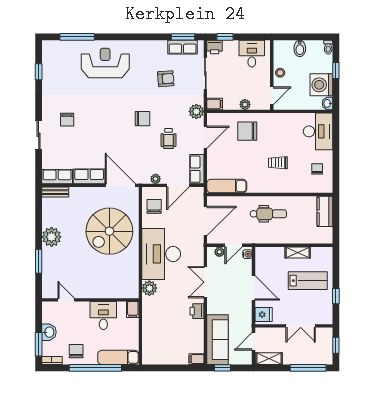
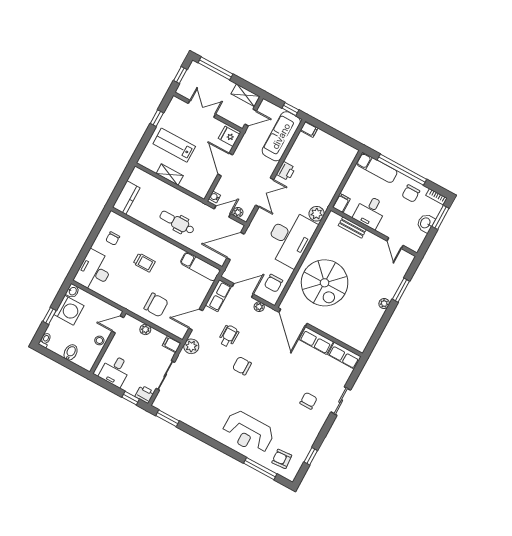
row of seats: (183, 47) -> (173, 409), removed
armchair: (166, 79) -> (282, 459), moved
bench: (55, 192) -> (352, 228), moved
spiral stairs: (109, 231) -> (325, 283), turned 90
plant: (52, 237) -> (384, 304), width x0.53, depth x0.53

